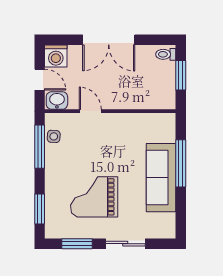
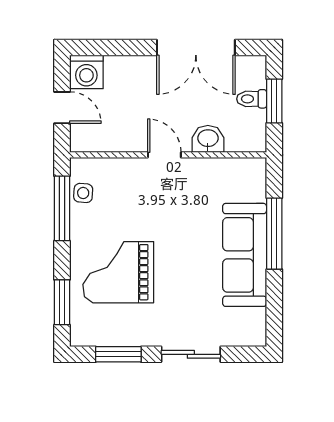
double door: (109, 40) -> (196, 48), moved
toilet: (166, 54) -> (252, 99), moved
washbasin: (57, 100) -> (208, 139), moved
door: (90, 111) -> (164, 155), moved
grand piano: (94, 197) -> (118, 272), moved

